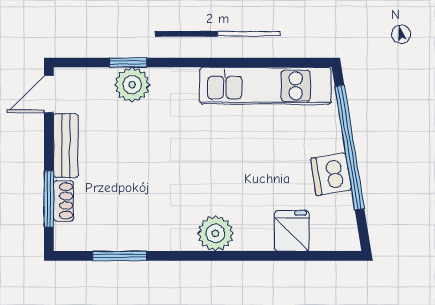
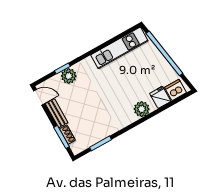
door: (49, 94) -> (39, 97), swing flipped
dishwasher: (331, 174) -> (175, 90), moved, turned 99
plant: (215, 233) -> (142, 109), moved

